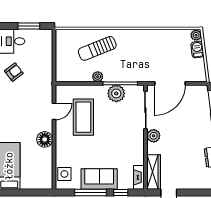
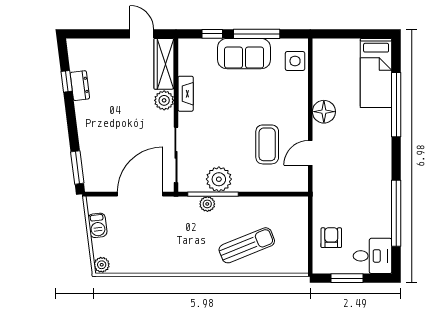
barbecue: (197, 50) -> (98, 225), moved
armchair: (14, 72) -> (331, 238), moved, turned 127
plant: (98, 77) -> (207, 204), moved
coffee table: (83, 117) -> (267, 144), width x0.73, depth x0.76
plant: (154, 136) -> (164, 100), moved
fireplace: (139, 177) -> (186, 94), moved

